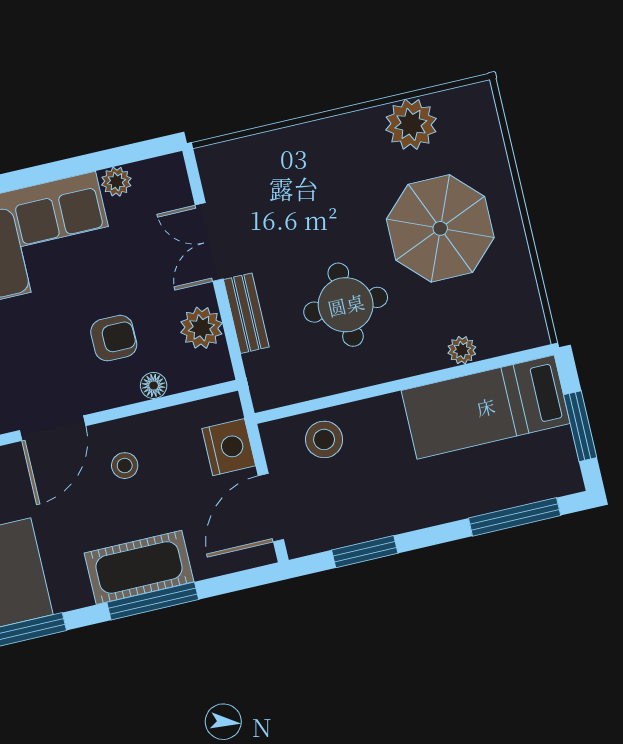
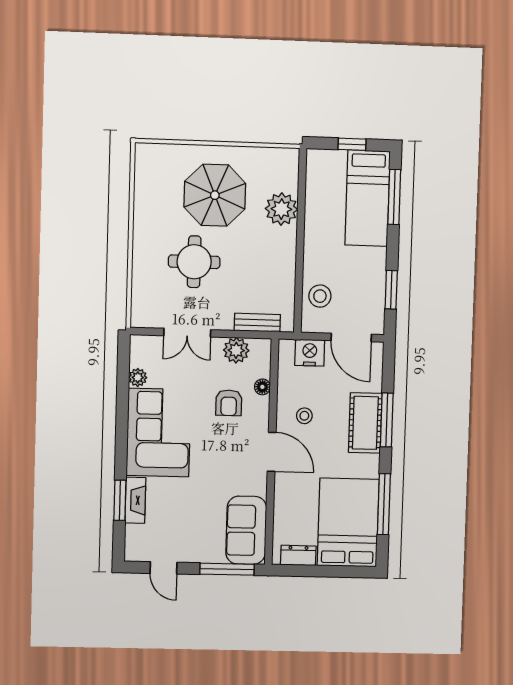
plant: (411, 124) -> (149, 196), removed
round table: (346, 305) -> (194, 262), moved
bench: (246, 313) -> (257, 323), moved
armchair: (114, 338) -> (229, 403), turned 180
plant: (462, 350) -> (281, 209), width x1.88, depth x1.88
bed: (486, 407) -> (368, 198), moved
window: (580, 426) -> (352, 144), width x0.67

